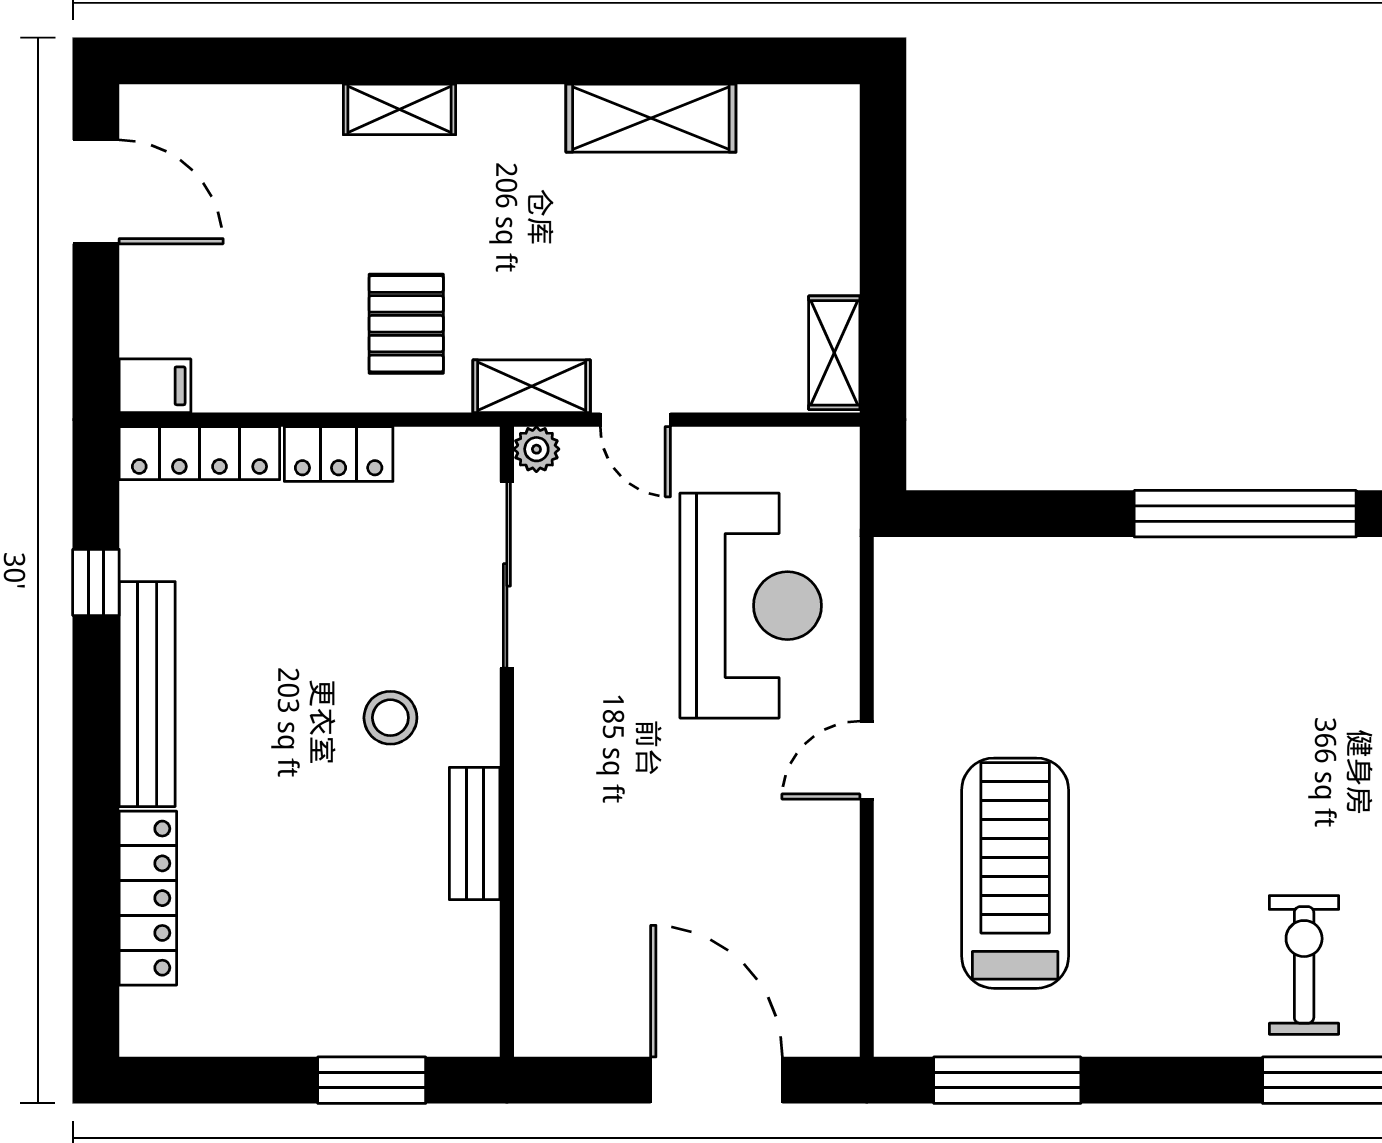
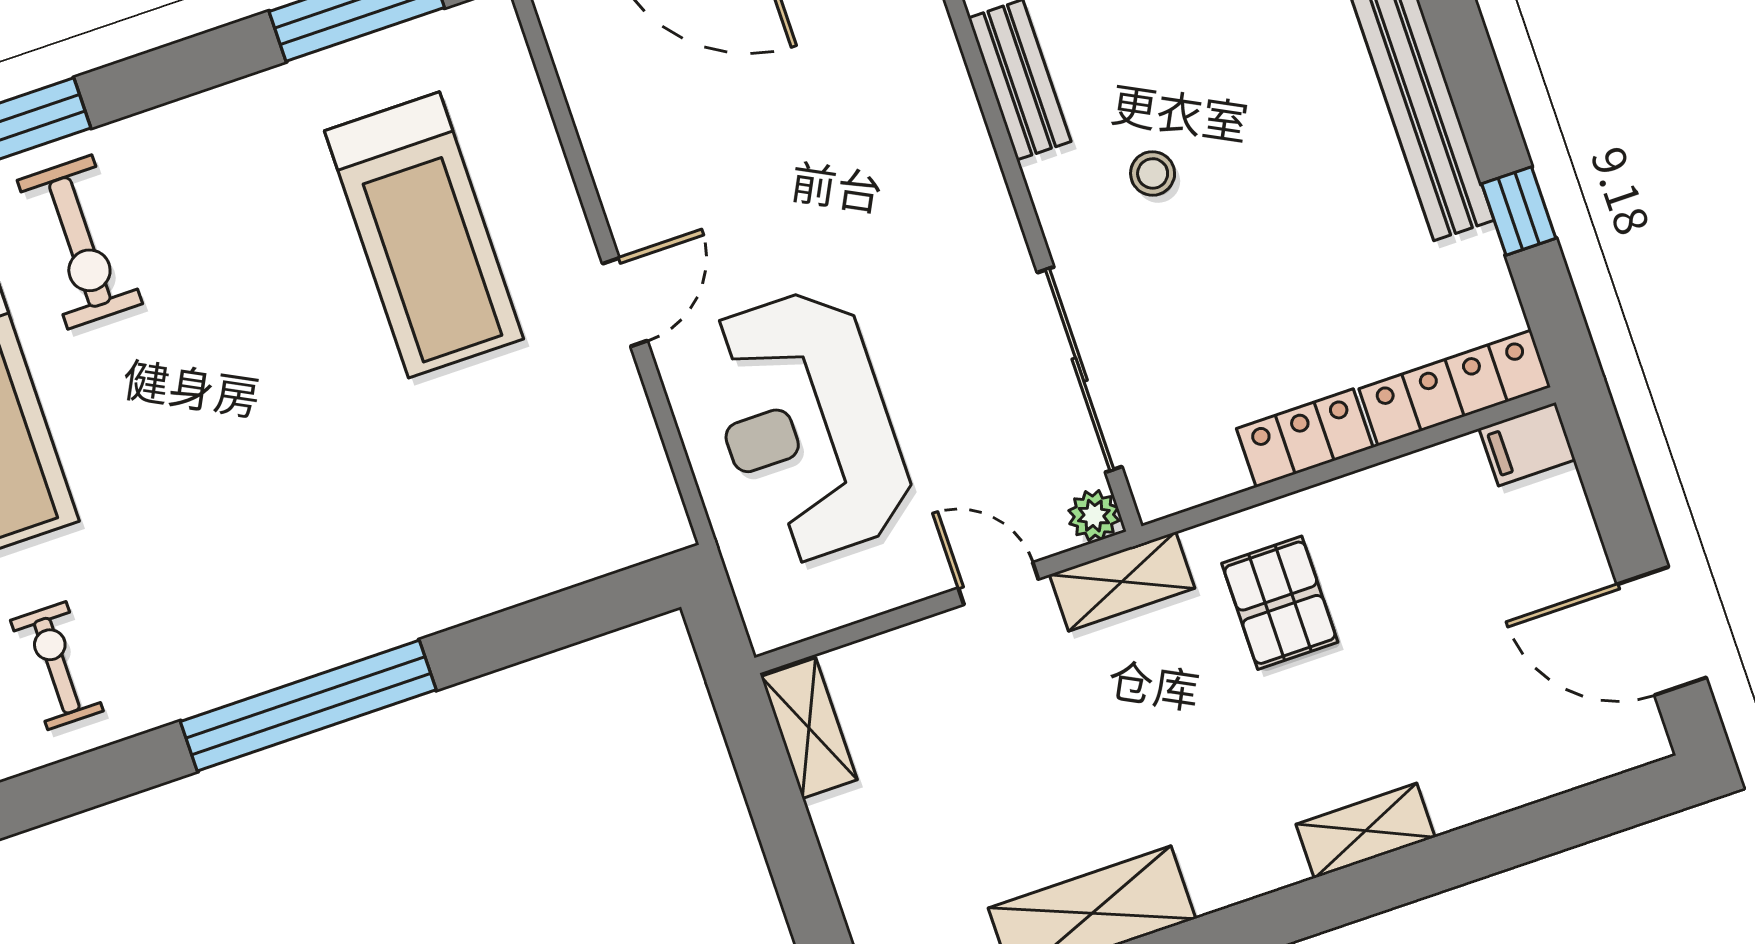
stool: (390, 718) -> (1153, 173), width x0.73, depth x0.73

